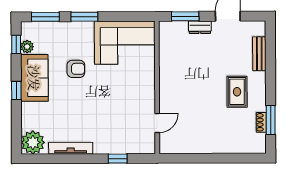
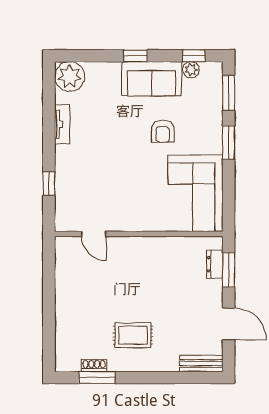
dresser: (200, 27) -> (215, 264), moved
bench: (259, 54) -> (201, 364), moved
tv unit: (71, 148) -> (62, 124), width x0.71

